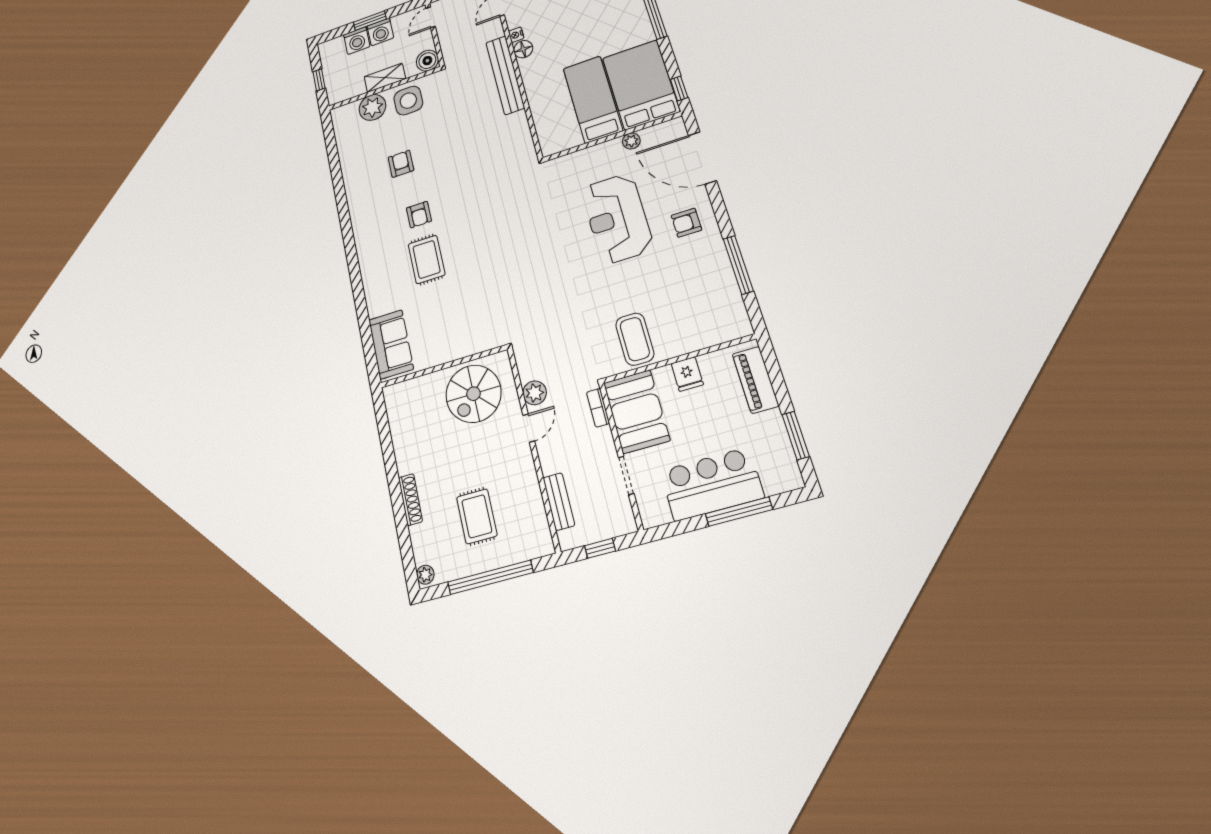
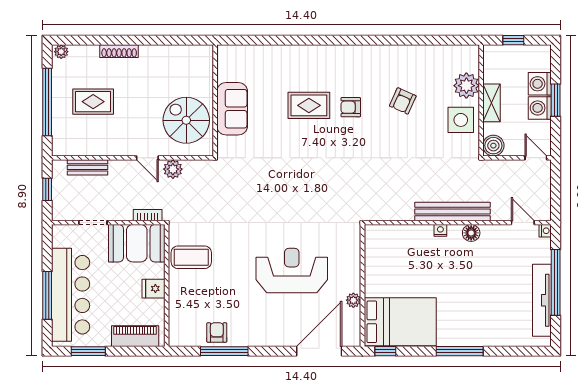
nightstand: (516, 35) -> (440, 230), moved
bed: (593, 99) -> (402, 279), removed
armchair: (401, 164) -> (403, 101), turned 114
armchair: (686, 223) -> (217, 332), moved
sofa: (391, 344) -> (232, 109), moved, turned -90
bar counter: (712, 484) -> (71, 295), width x1.36

